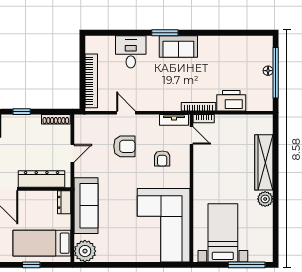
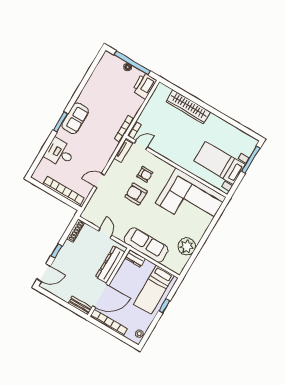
printer: (231, 101) -> (144, 86), moved
armchair: (124, 146) -> (136, 194), moved, turned -90
plant: (265, 199) -> (214, 121), removed
plant: (85, 251) -> (187, 246), moved

